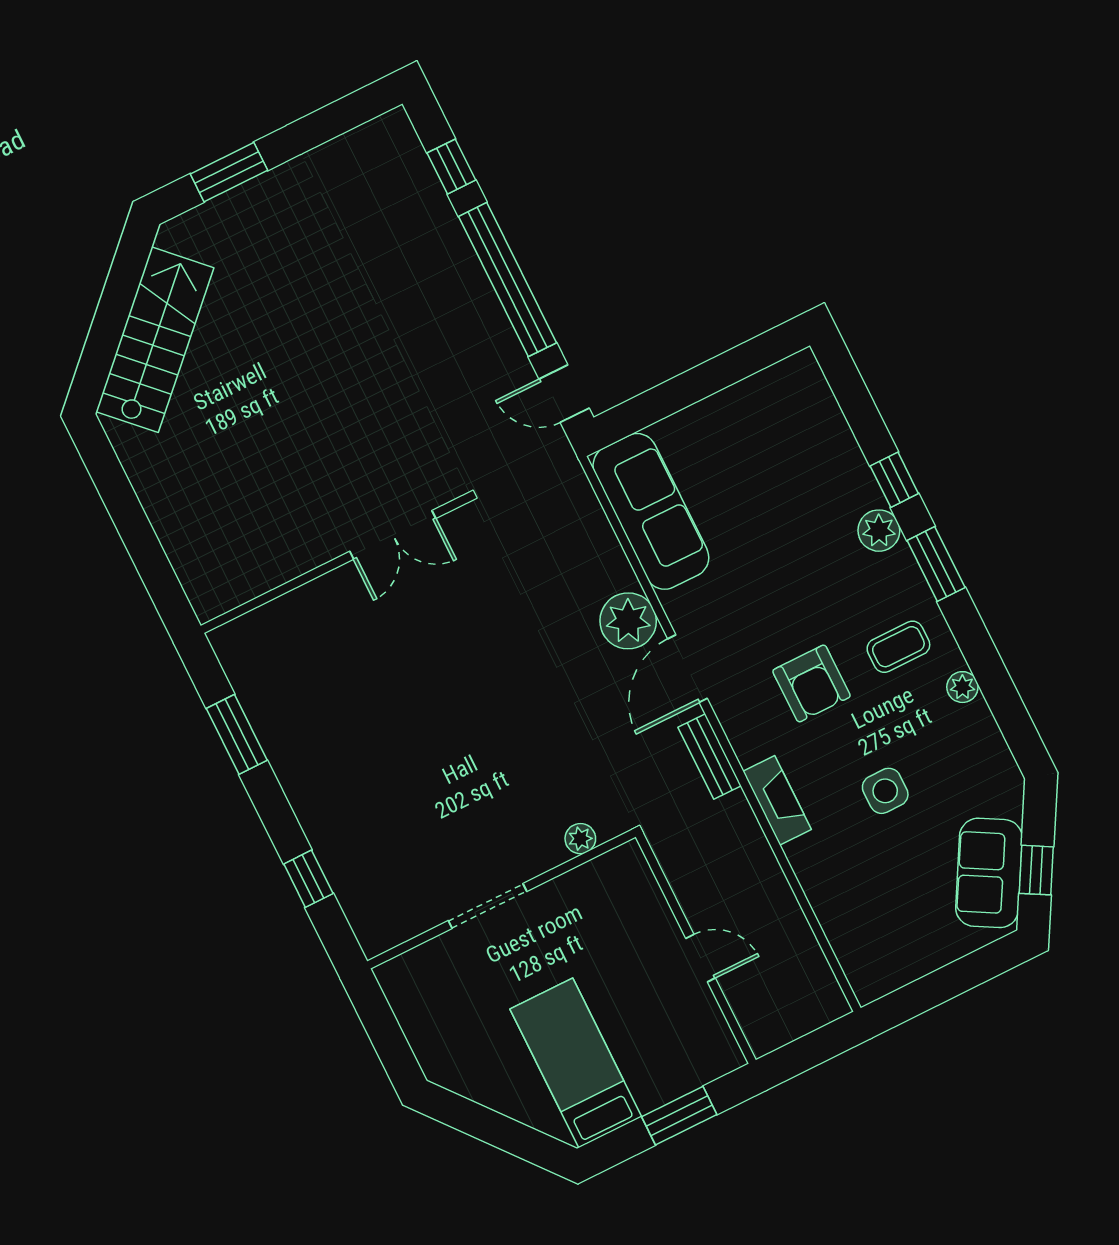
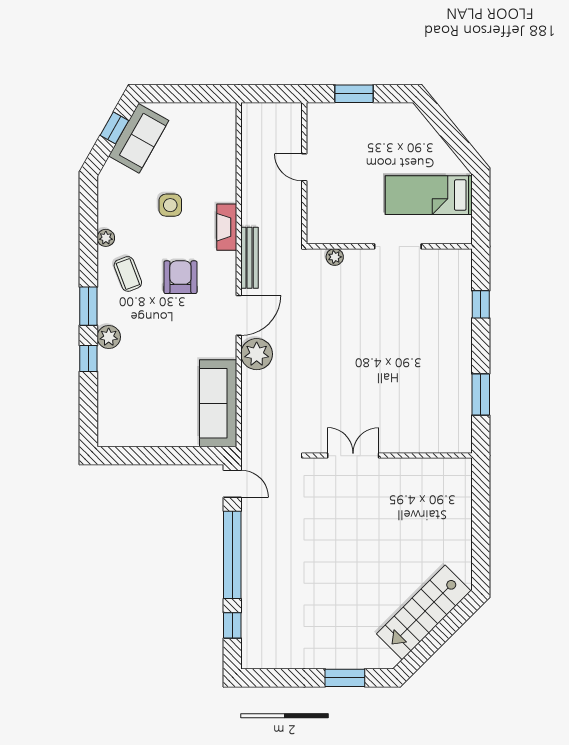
coffee table: (898, 647) -> (128, 274), turned 69
bench: (710, 756) -> (250, 258), width x1.36
bed: (576, 1063) -> (429, 195), moved, turned 90

